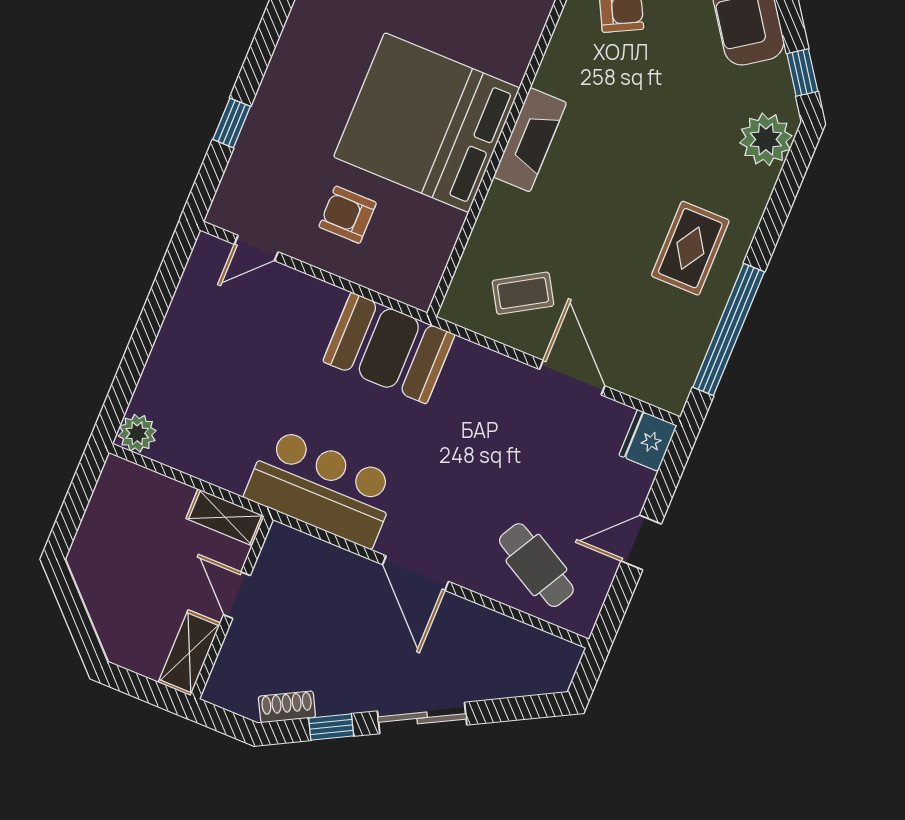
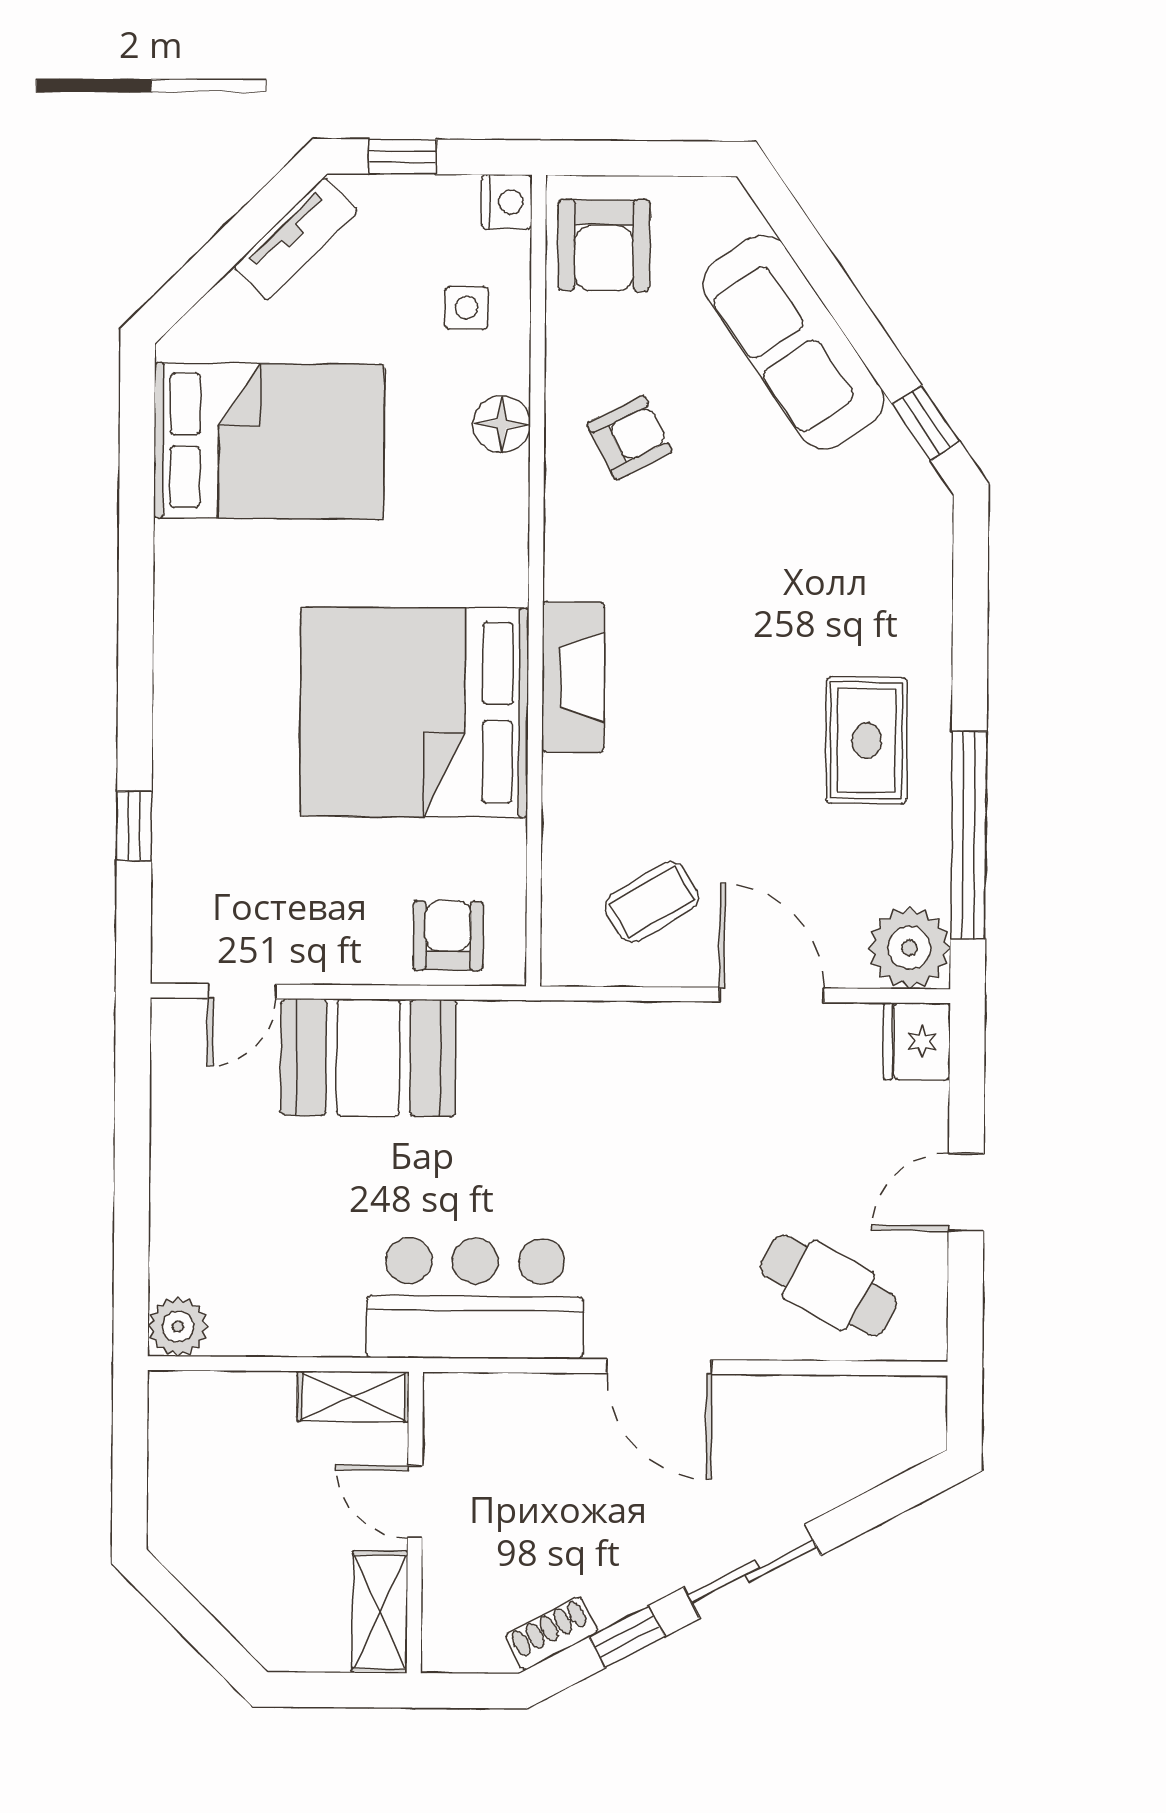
plant: (766, 139) -> (909, 948), moved
armchair: (348, 215) -> (448, 936), moved, turned 90
booth: (389, 348) -> (368, 1058), moved

